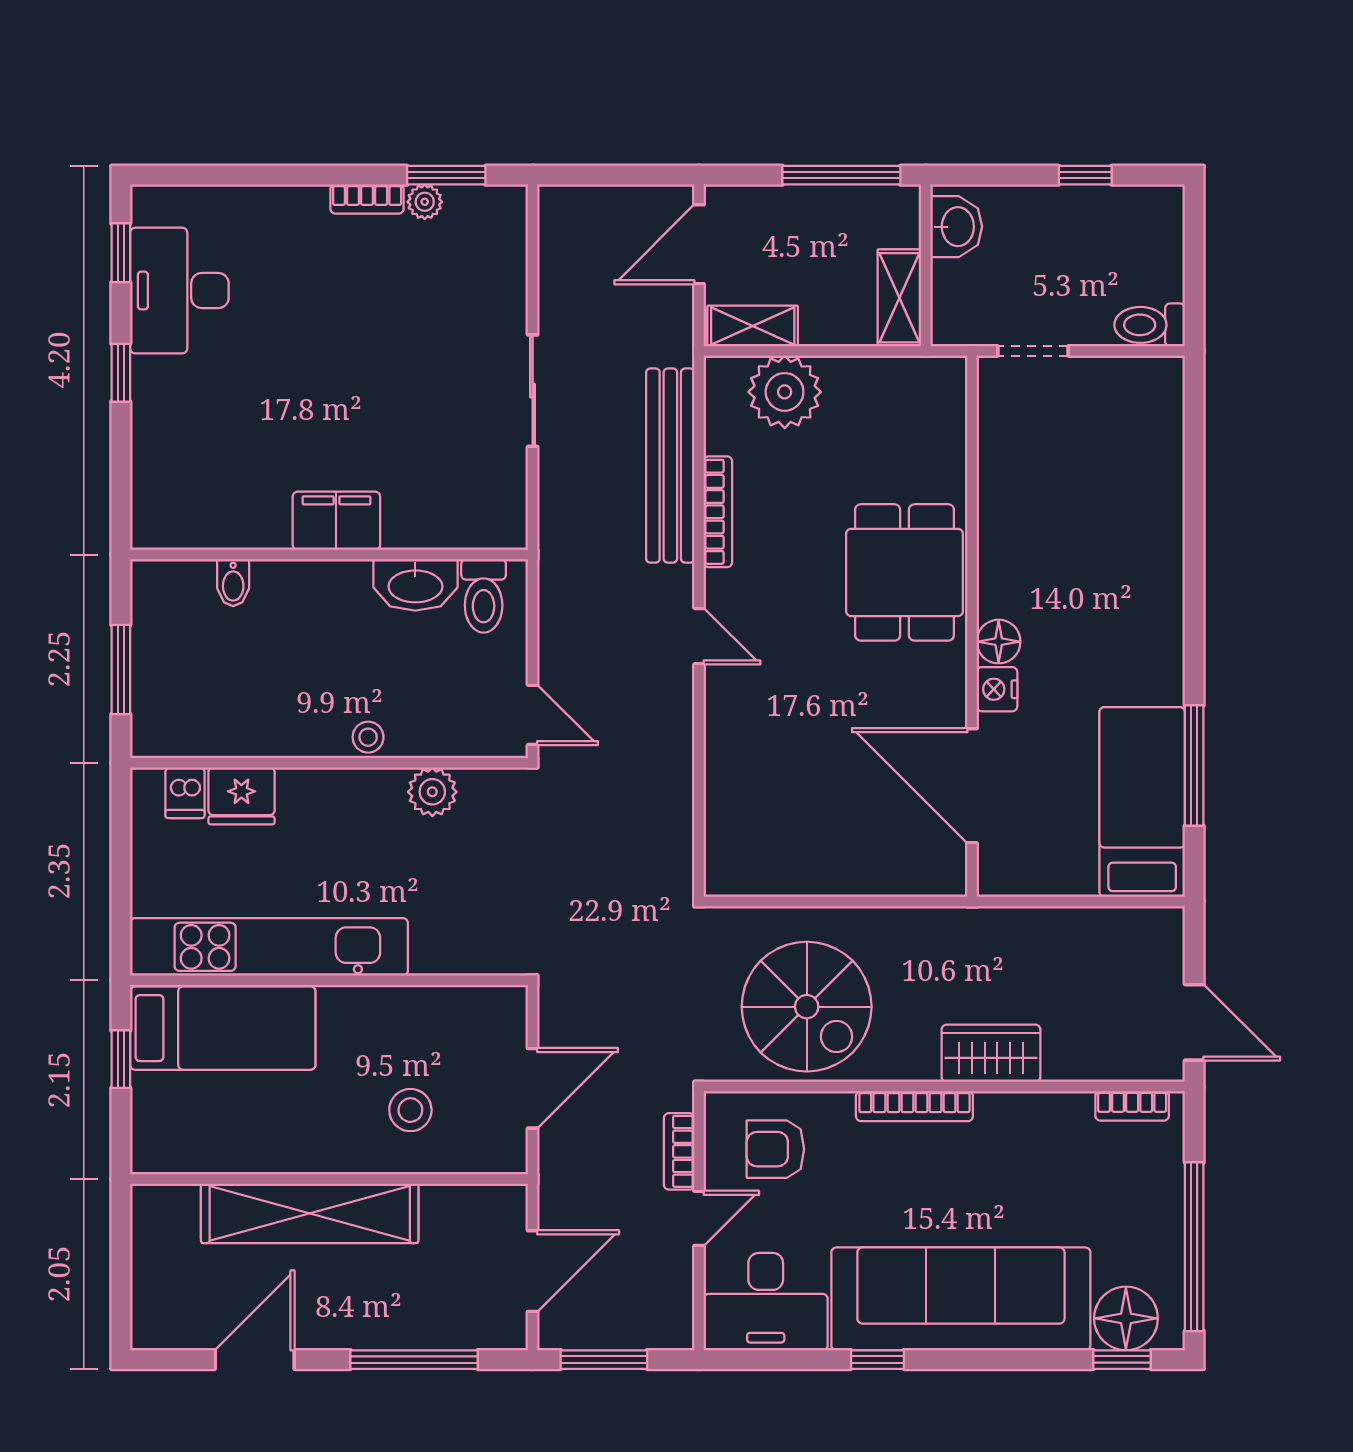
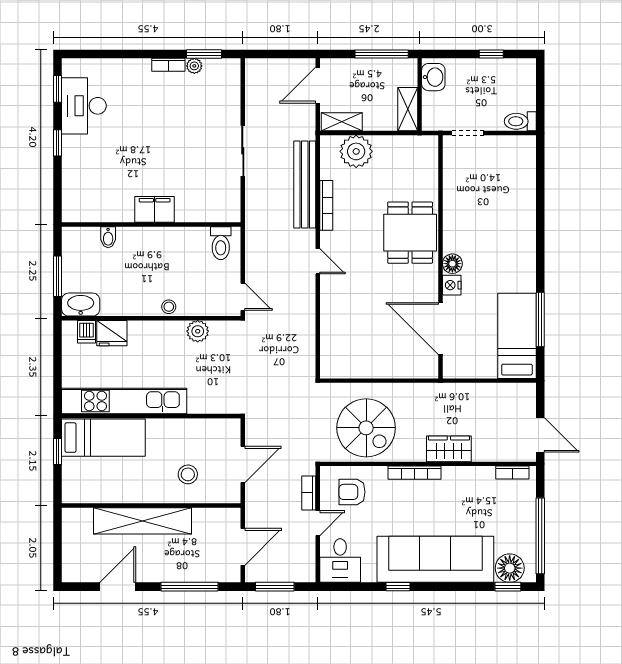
washbasin: (415, 585) -> (81, 305), moved, turned 180
desk: (766, 1302) -> (340, 561), width x0.73

